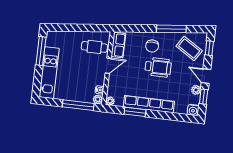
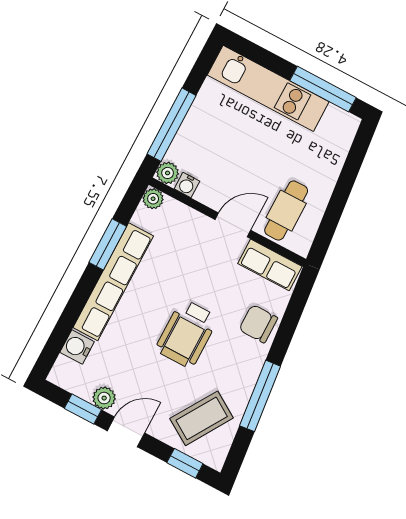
chair: (152, 46) -> (258, 324), moved
door: (108, 66) -> (233, 225), swing flipped
water cooler: (193, 110) -> (77, 347), moved

